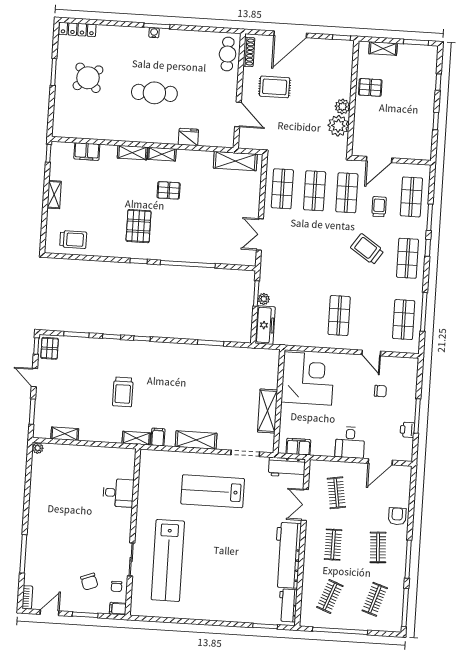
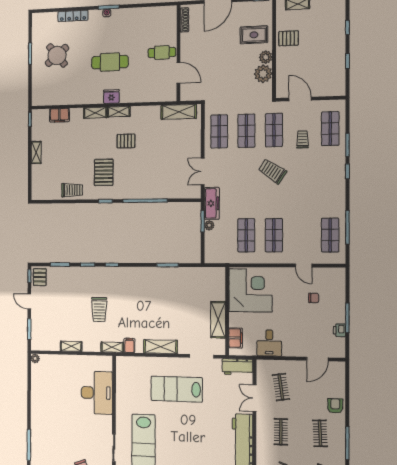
locker: (77, 29) -> (73, 16), moved
cafe table: (228, 54) -> (162, 52), moved, turned 90
rug: (275, 87) -> (254, 35), moved
fridge: (188, 137) -> (111, 97), moved
door: (379, 159) -> (300, 99), swing flipped
trolley: (73, 240) -> (72, 190), moved
trolley: (367, 249) -> (272, 171), moved
shop shelf: (407, 258) -> (246, 235), moved
freezer: (265, 325) -> (212, 203), moved
shelving: (65, 434) -> (71, 346), moved
desk: (350, 442) -> (269, 343), moved
filing cabinet: (298, 447) -> (236, 338), moved, turned 90
desk: (118, 493) -> (97, 393), width x1.87, depth x1.30

